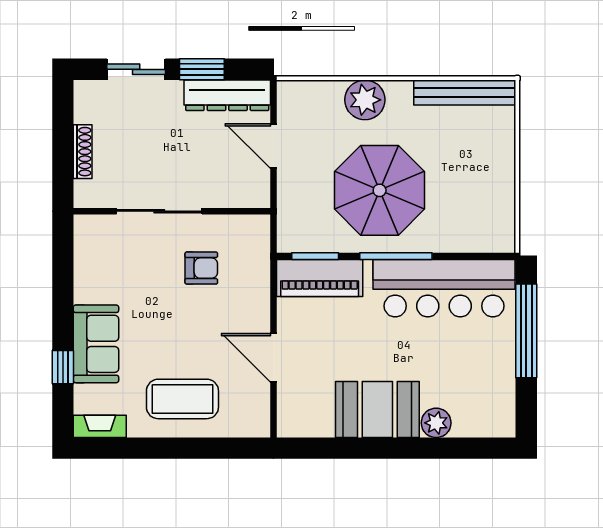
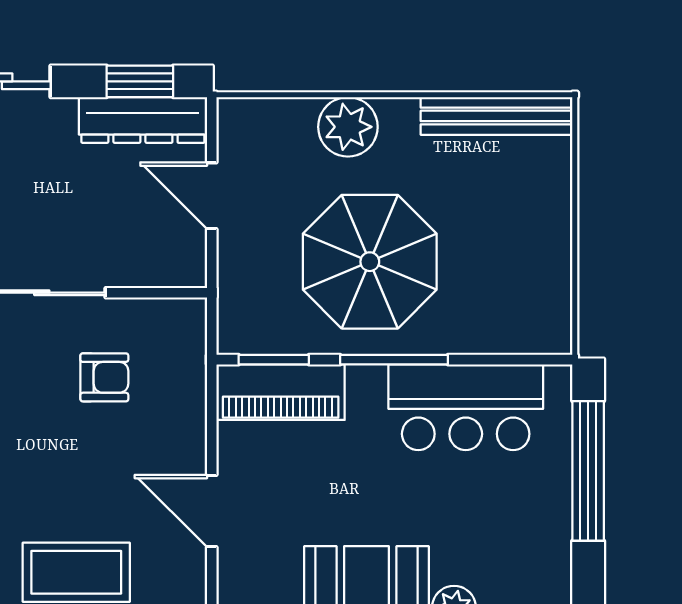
window: (202, 69) -> (140, 81), moved
bar counter: (444, 288) -> (466, 407), width x0.73

